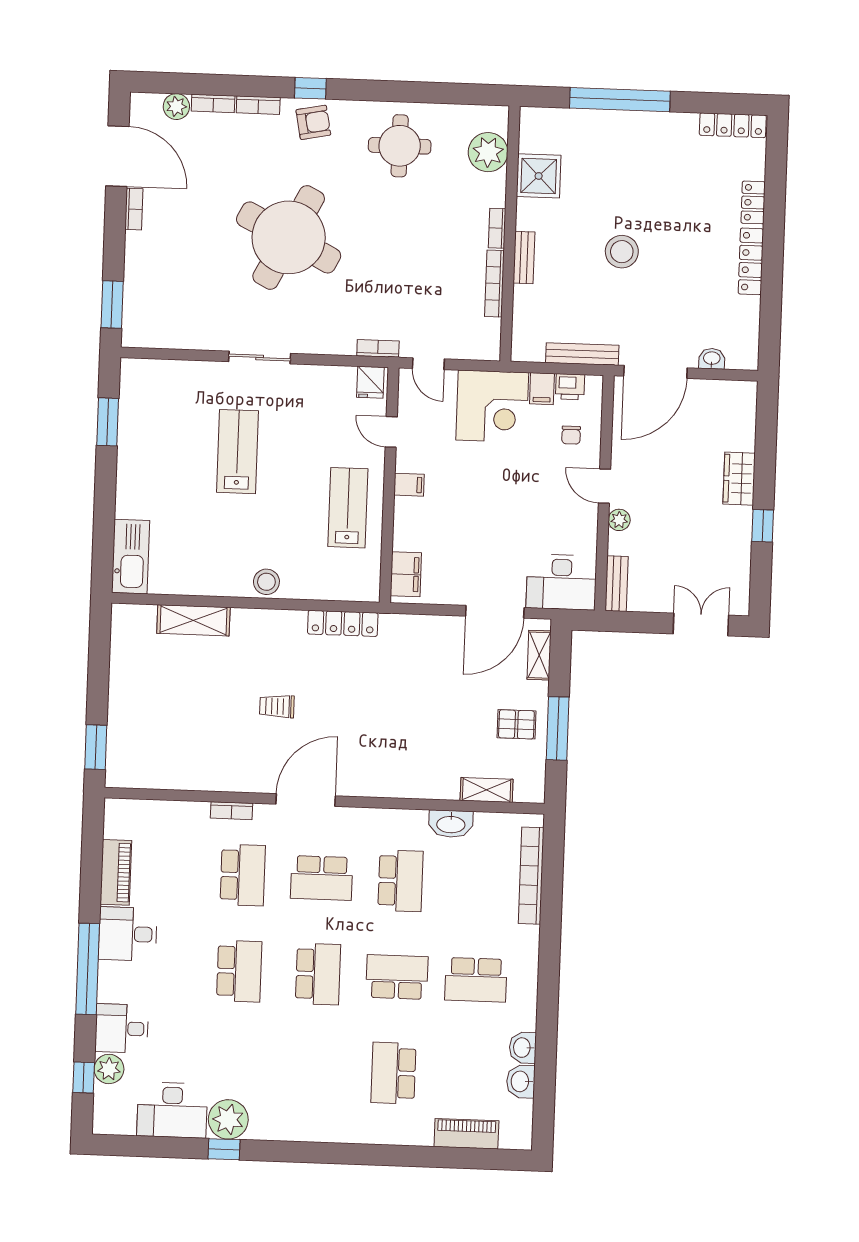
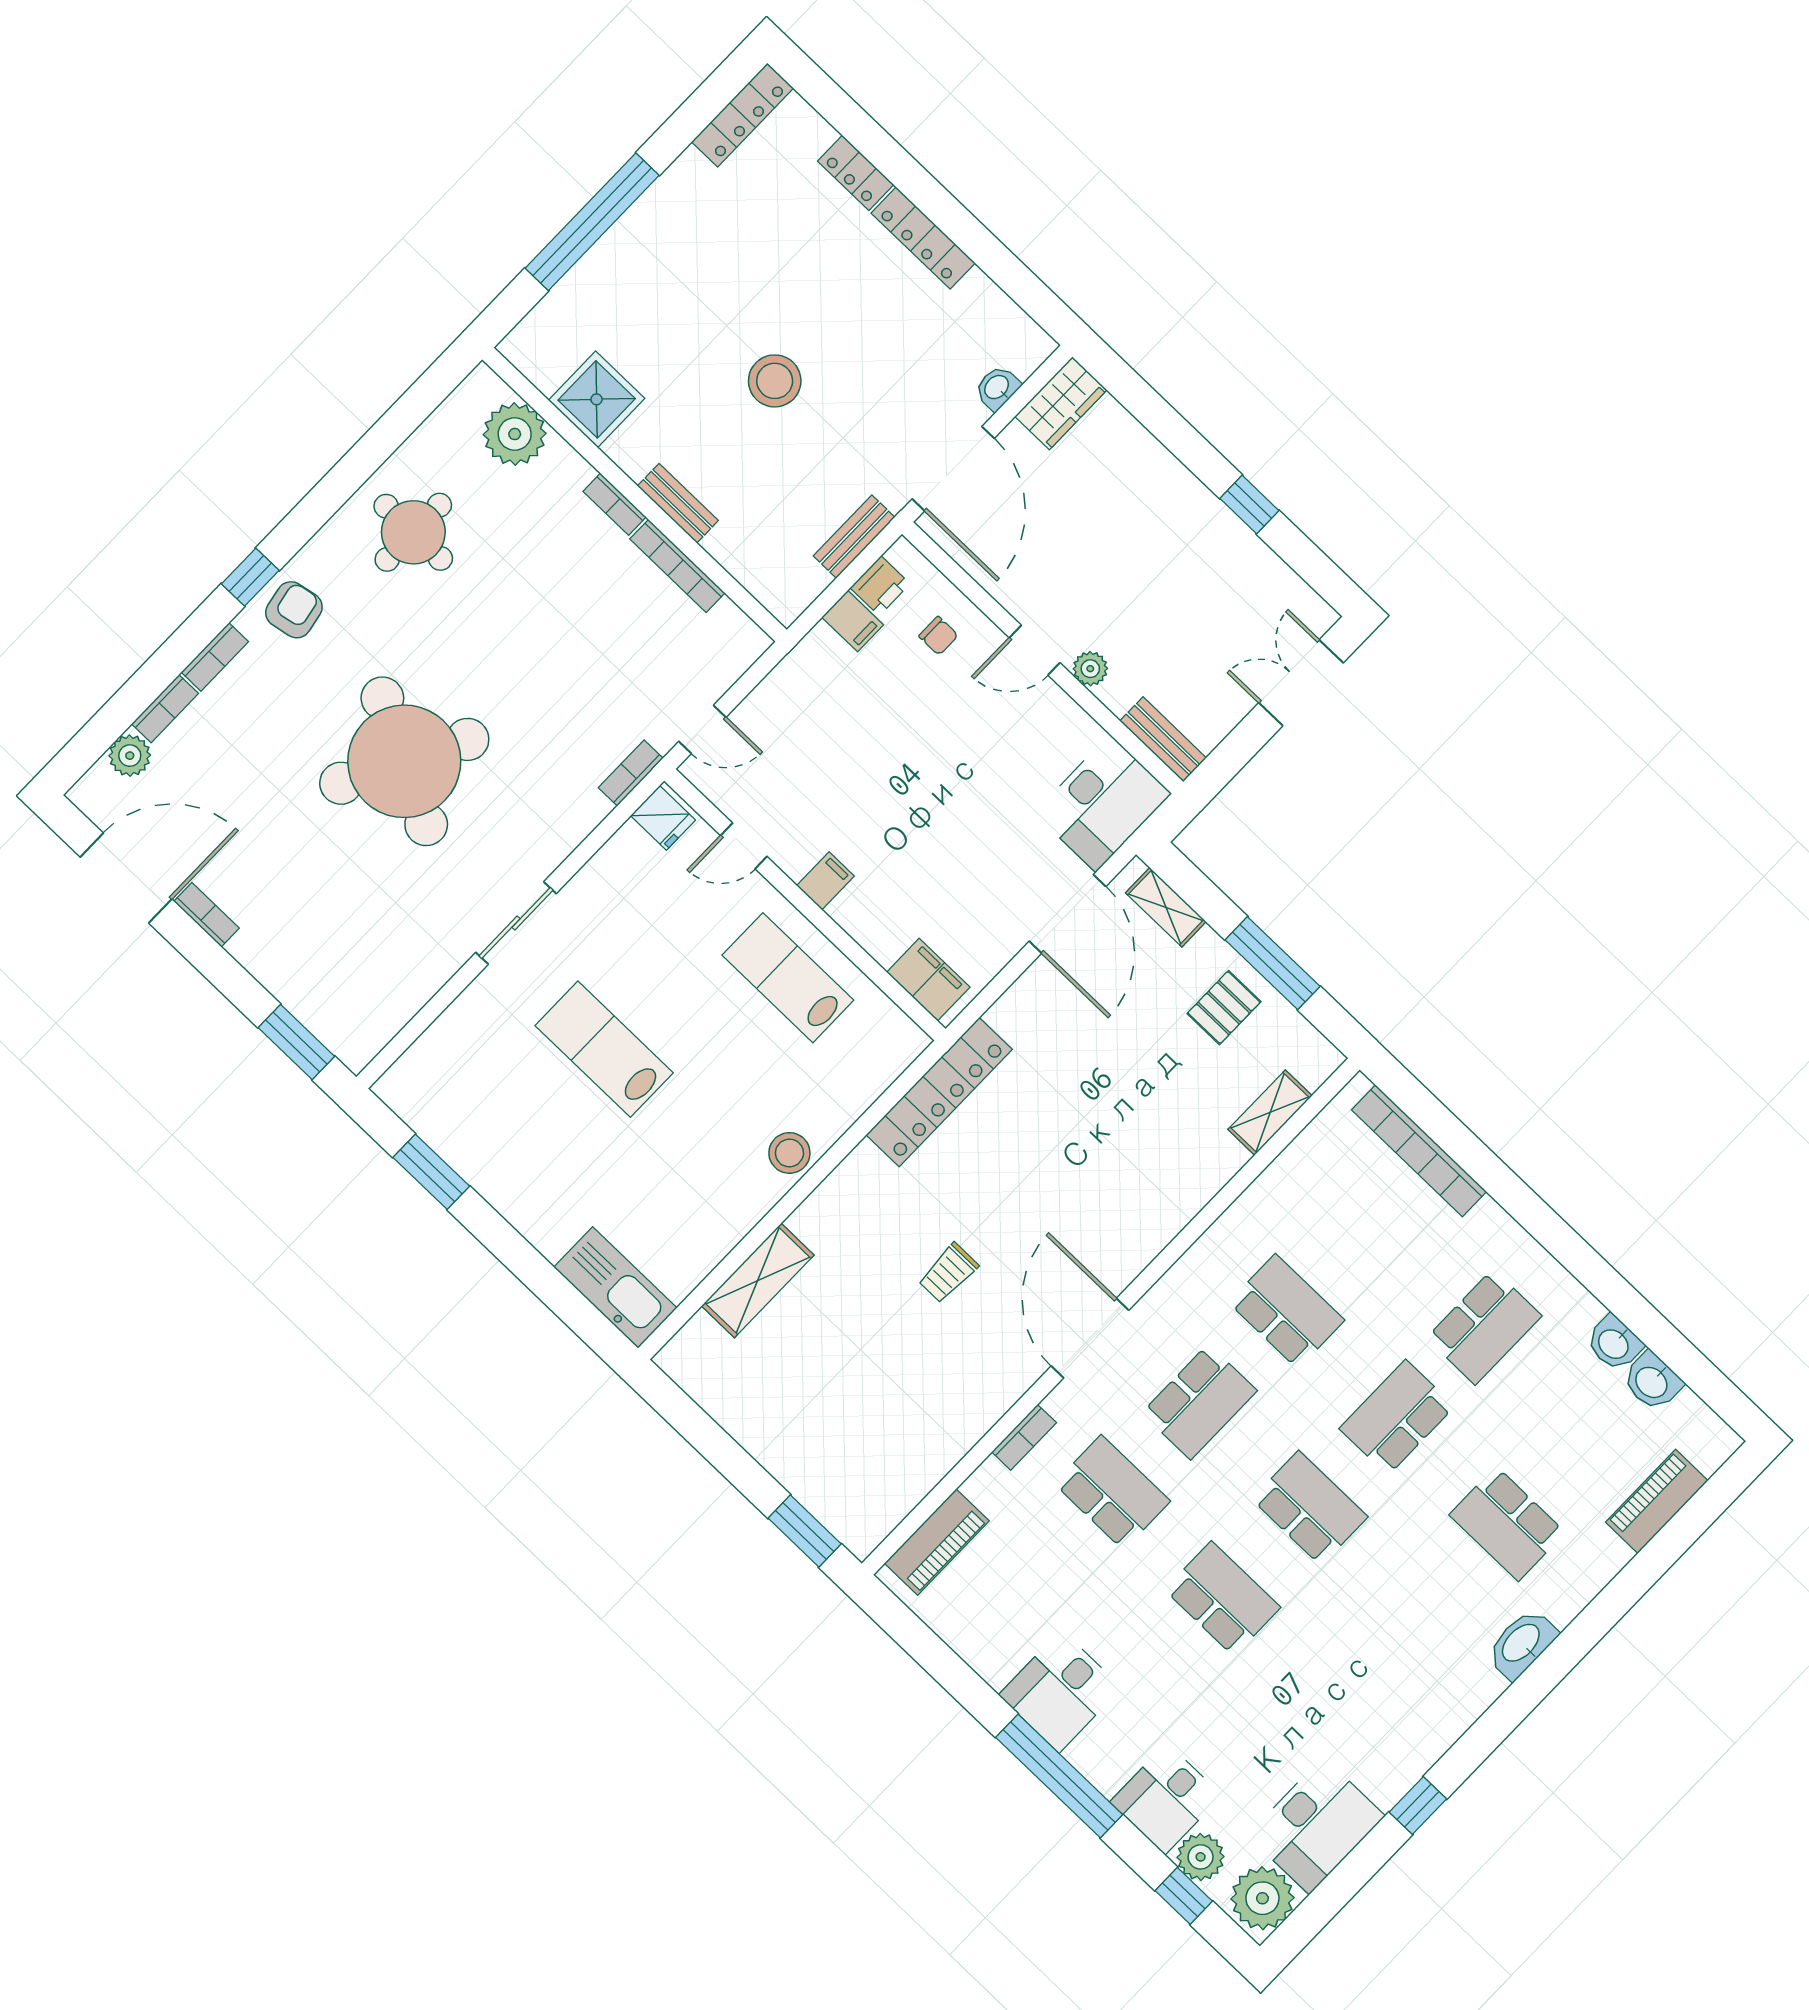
bench: (582, 354) -> (854, 537), width x0.73
corner desk: (492, 406) -> (821, 699), removed
wardrobe: (739, 479) -> (1061, 403), moved, turned -90
locker: (343, 623) -> (939, 1092), width x1.41, depth x1.21
washbasin: (451, 824) -> (1522, 1644), moved, turned 180
piano: (116, 872) -> (937, 1542), moved, turned 90
plant: (228, 1119) -> (1262, 1898), moved

